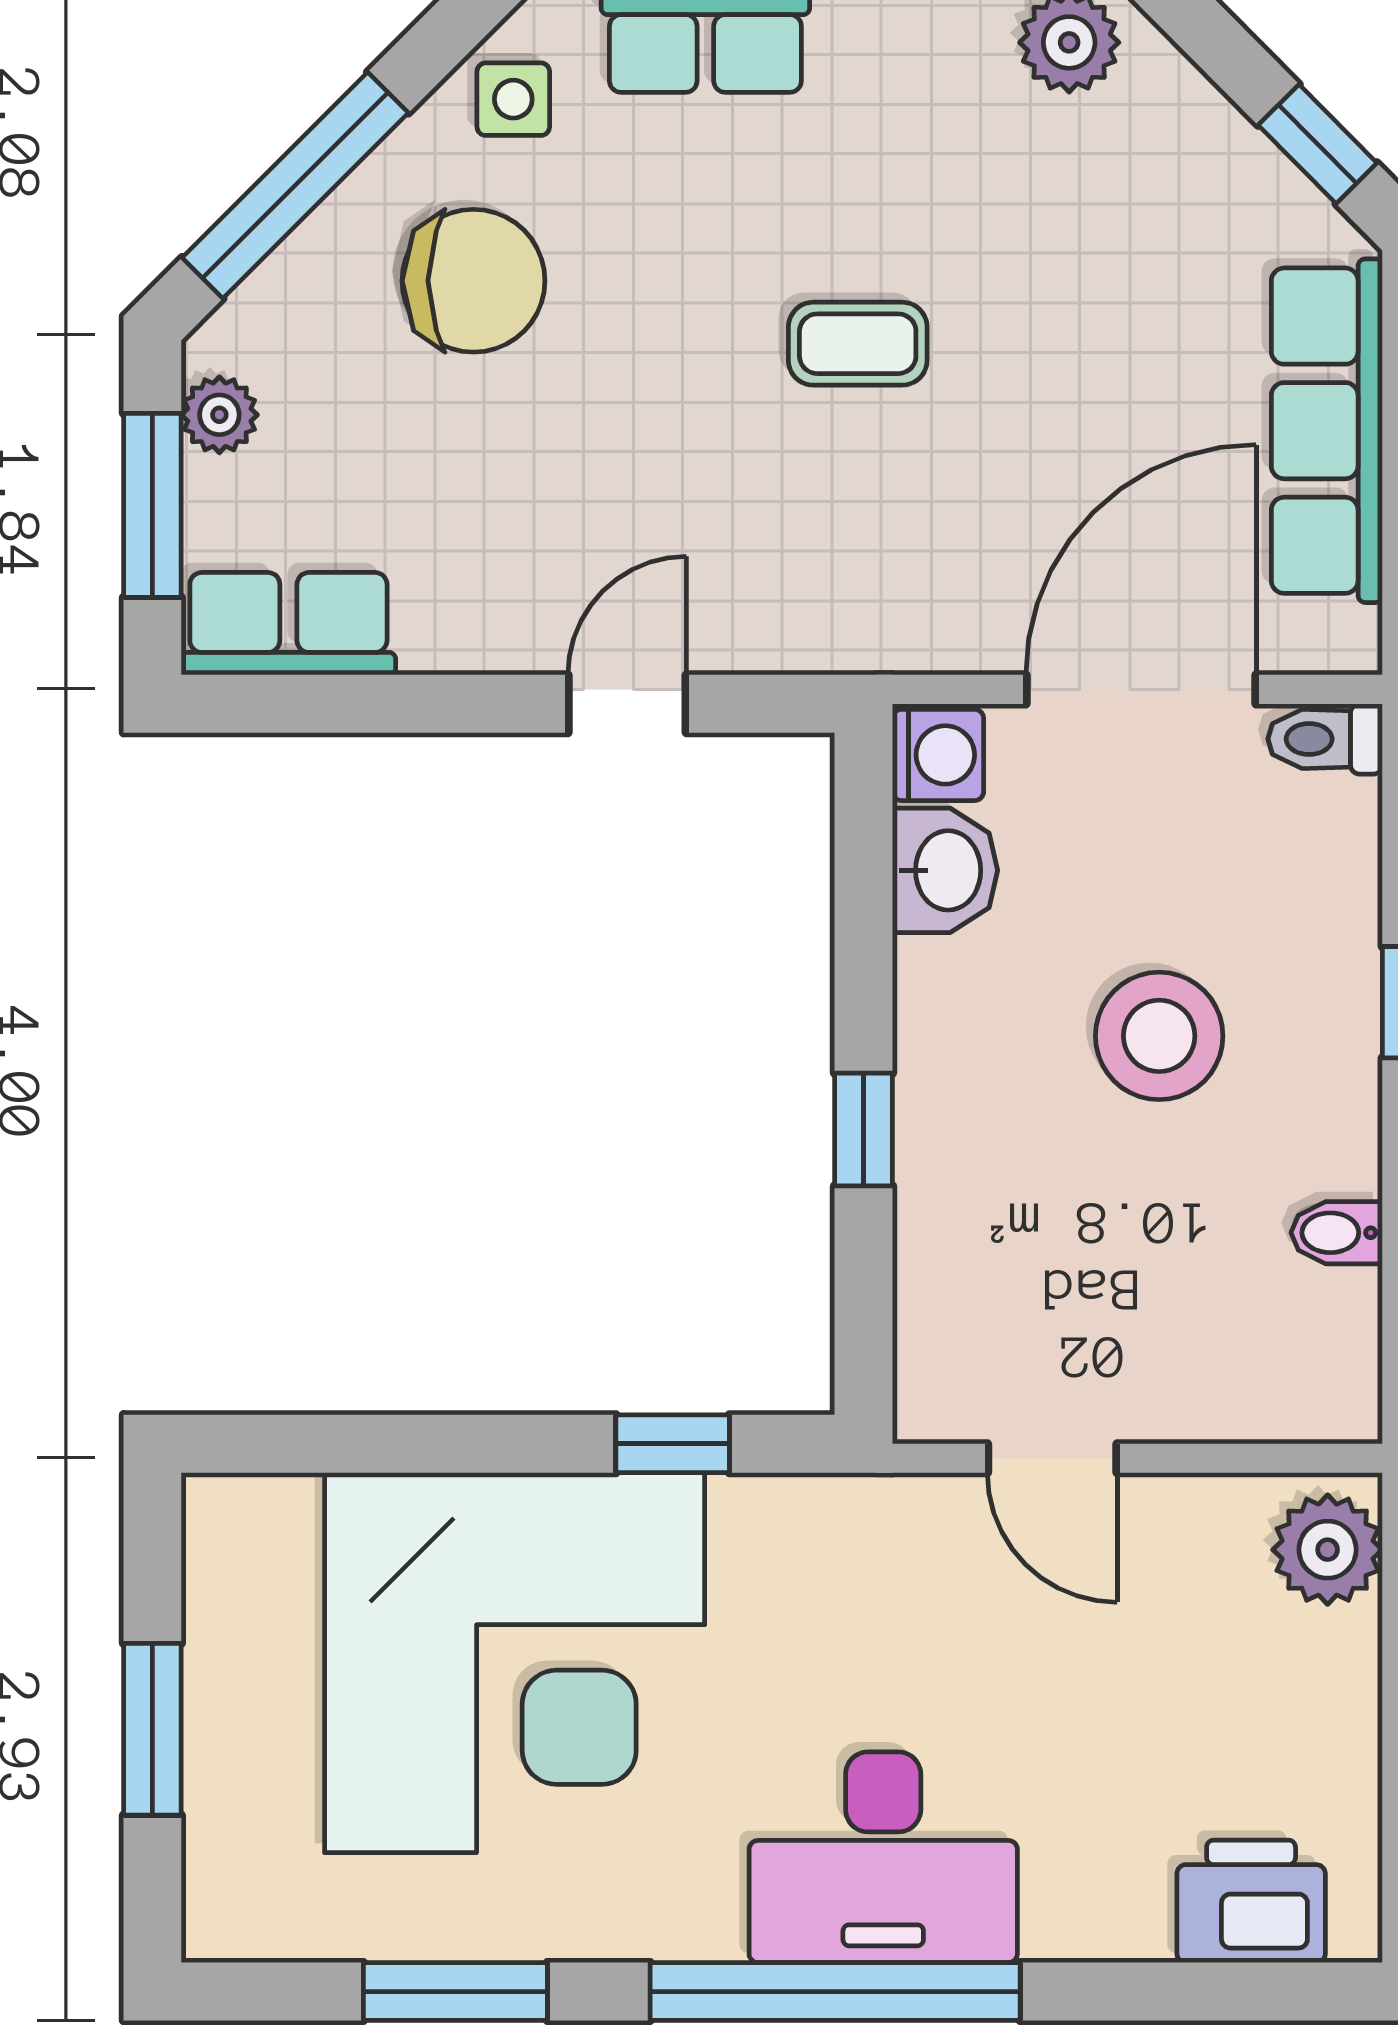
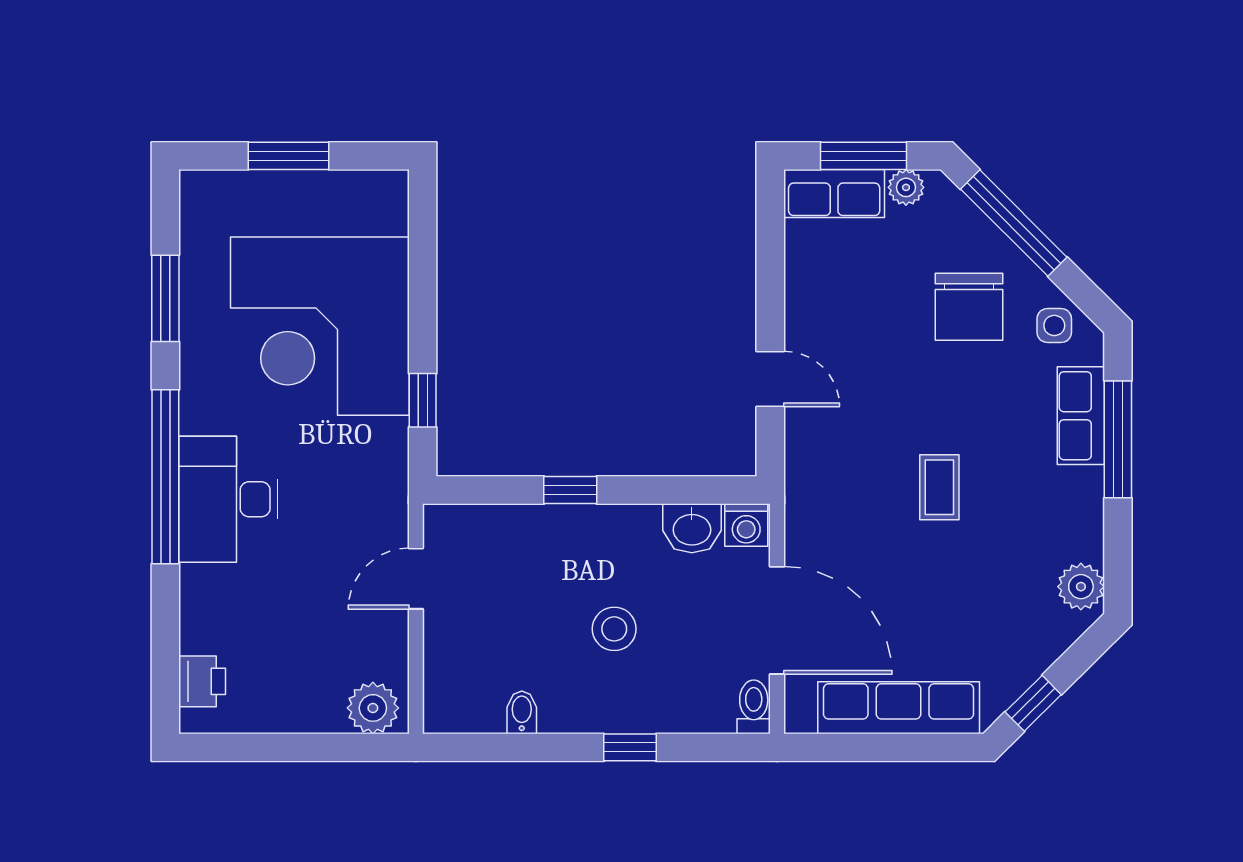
row of seats: (288, 624) -> (834, 194), moved, turned 90
stool: (1159, 1036) -> (614, 629), width x0.73, depth x0.73
printer: (1251, 1901) -> (202, 681), width x0.73, depth x0.81

